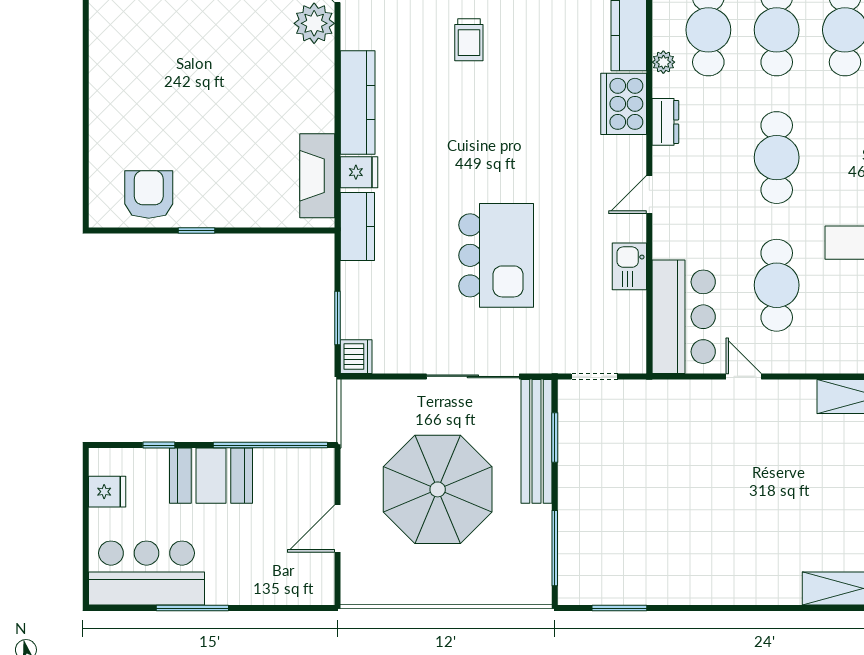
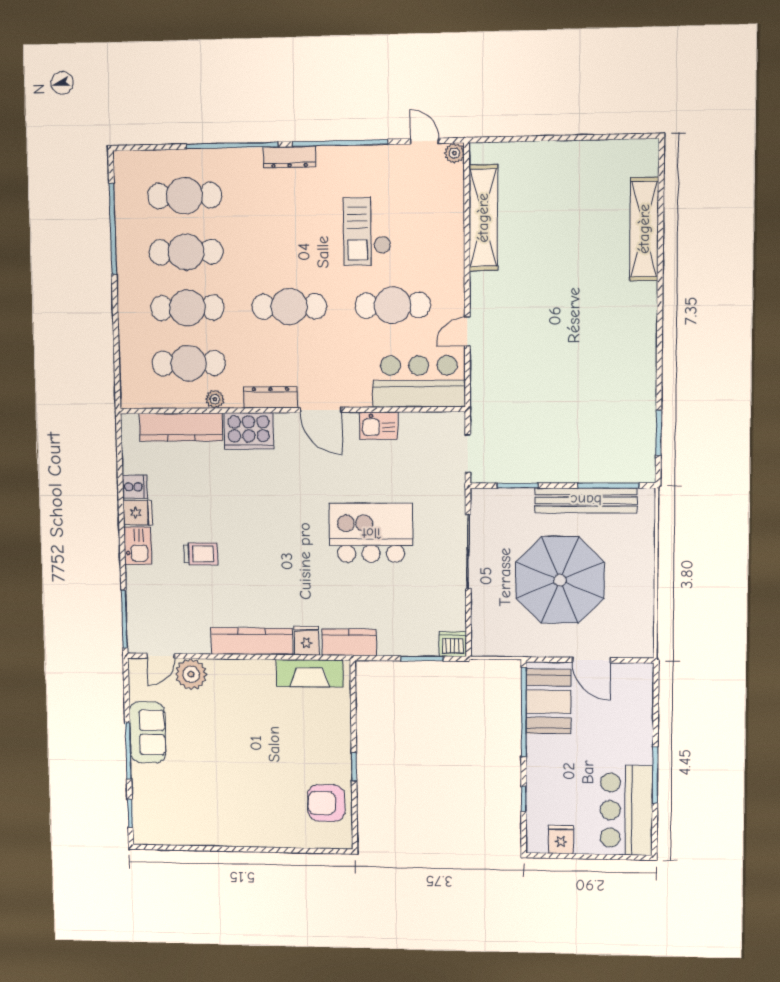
dresser: (665, 122) -> (271, 397), width x1.44
door: (649, 195) -> (321, 410), width x1.38
bench: (537, 441) -> (586, 500), moved
booth: (211, 476) -> (548, 702), moved

